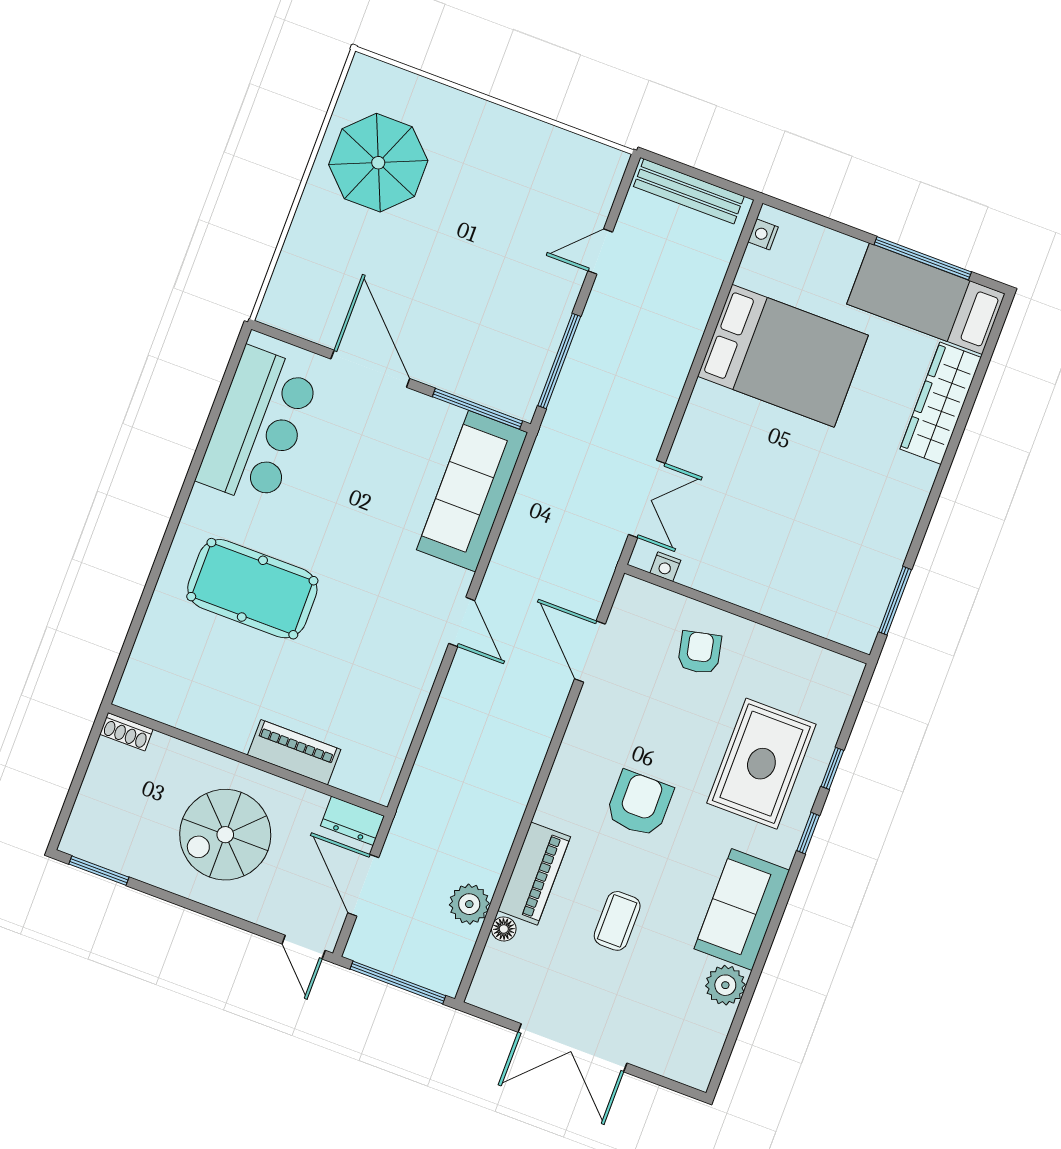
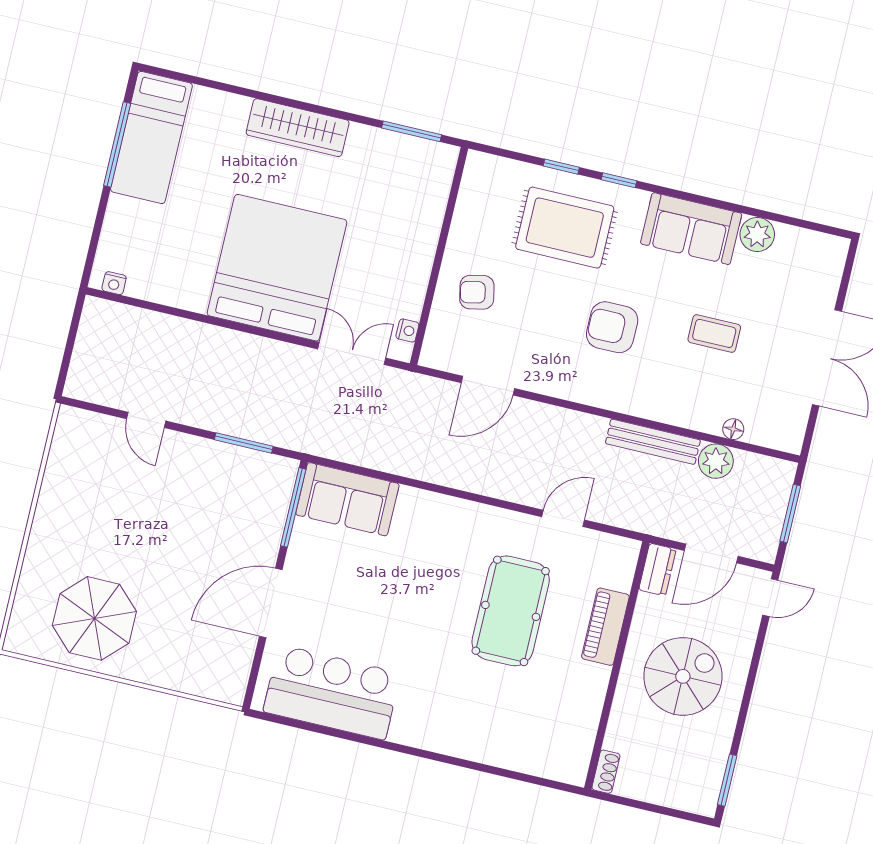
bench: (689, 191) -> (653, 442), moved, turned 90
bed: (783, 356) -> (277, 268), moved, width x1.36
window: (559, 361) -> (244, 443), width x0.69
wardrobe: (941, 403) -> (298, 128), moved
sofa: (472, 491) -> (347, 499), width x0.73
pool table: (252, 589) -> (511, 611), moved
door: (462, 622) -> (563, 518), moved
spiral stairs: (225, 835) -> (683, 676), turned -90
piano: (534, 874) -> (683, 409), removed
window: (398, 982) -> (790, 514), width x0.69

